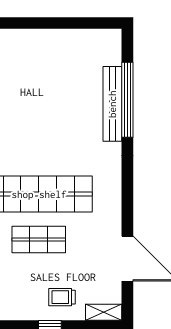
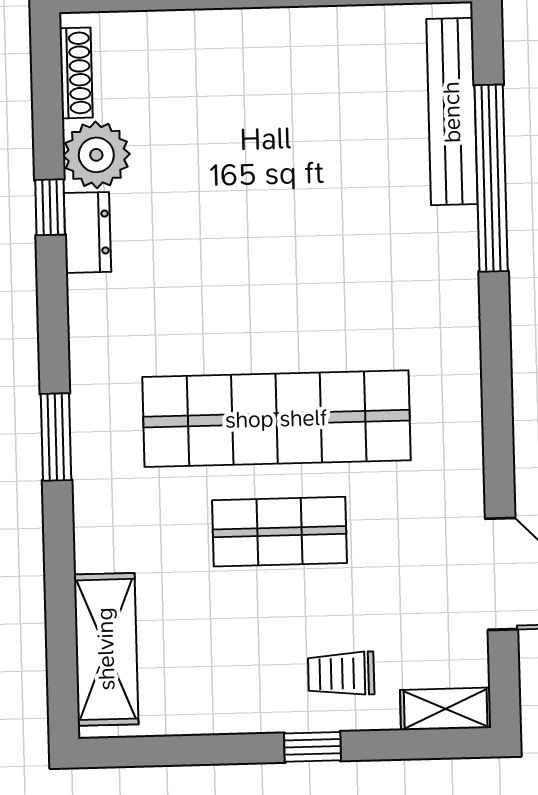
bench: (112, 104) -> (452, 112), moved

